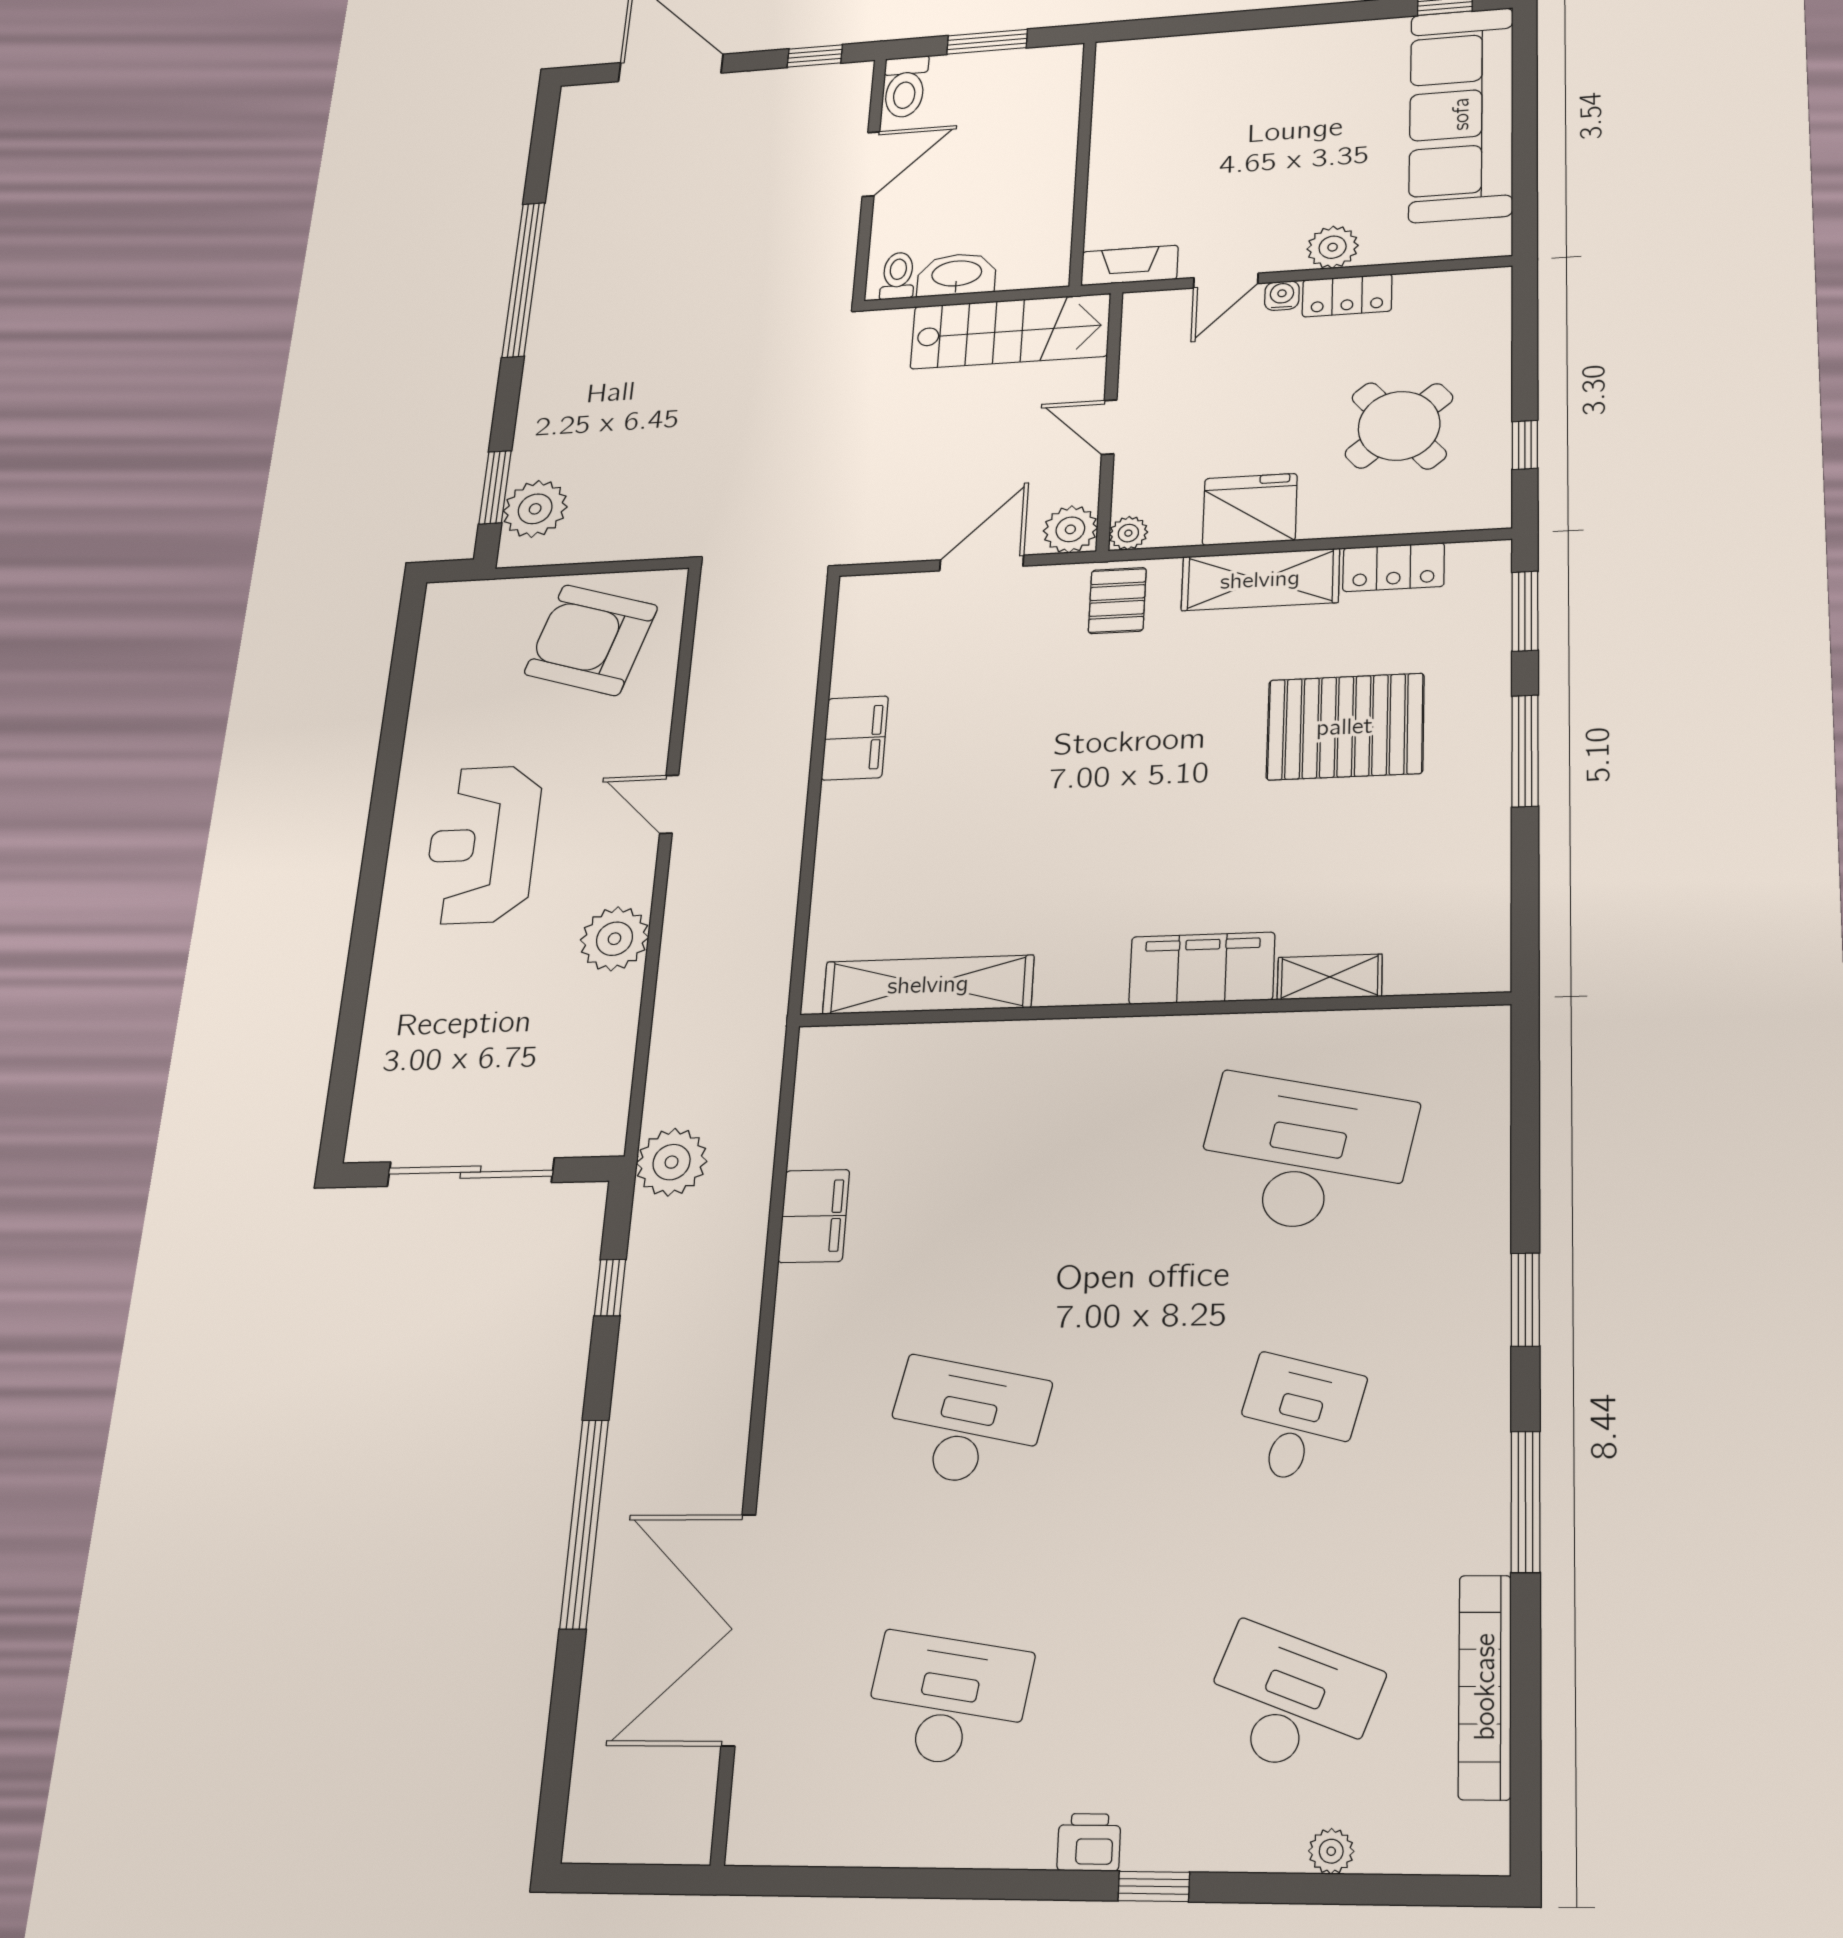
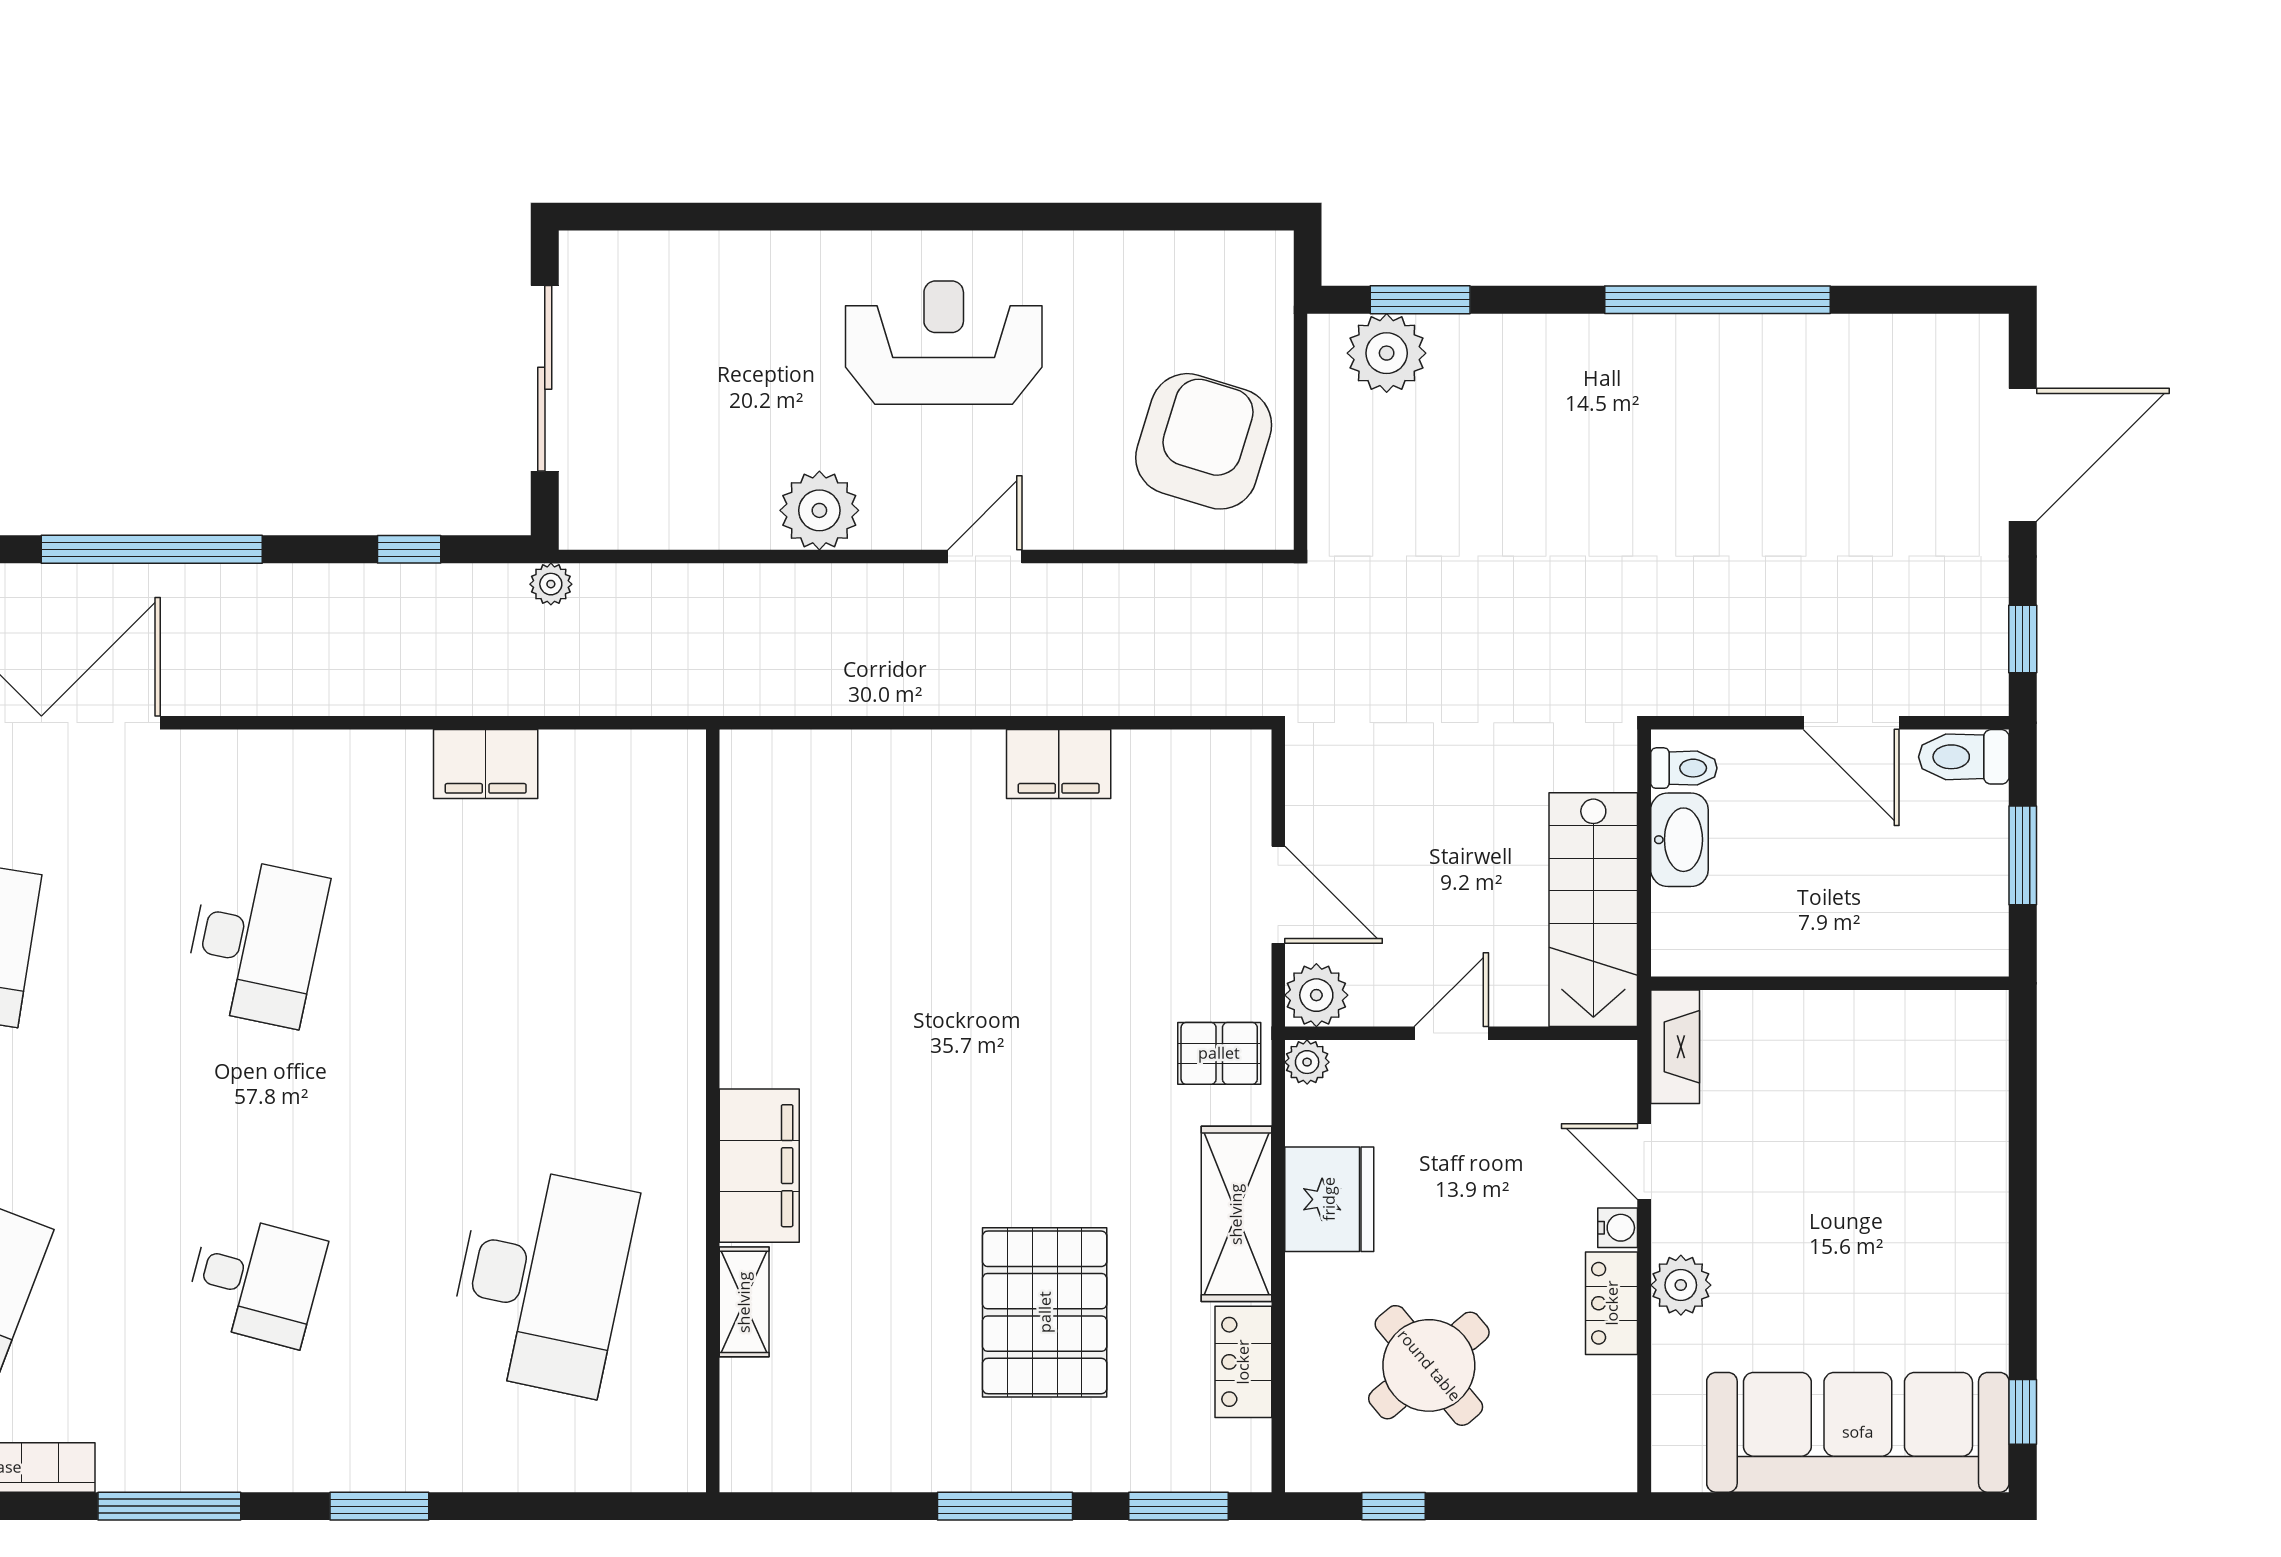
shelving: (928, 985) -> (751, 869), removed
plant: (672, 1162) -> (551, 584), width x0.53, depth x0.53

